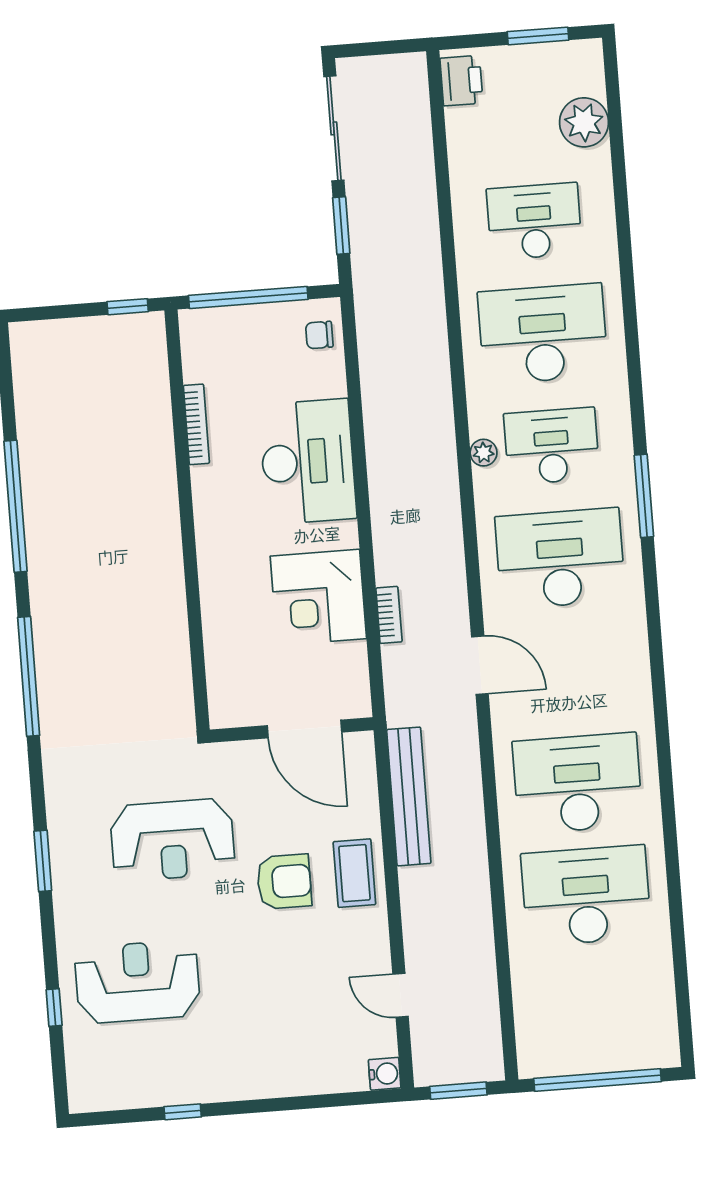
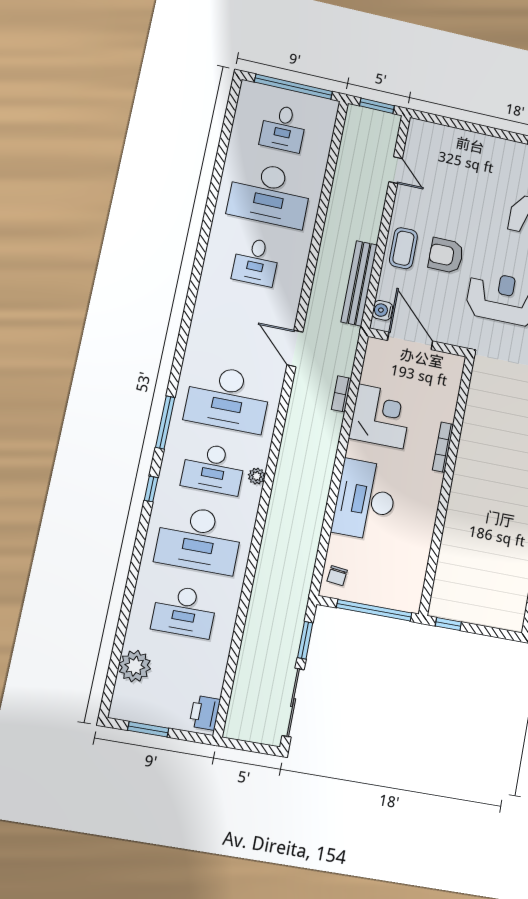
chair: (319, 335) -> (337, 576), turned 96
window: (636, 390) -> (151, 489), added
bookcase: (196, 424) -> (443, 447), moved
desk: (578, 783) -> (256, 262), width x0.53, depth x0.77
desk: (595, 1008) -> (283, 128), added
water cooler: (385, 1074) -> (382, 310), moved

